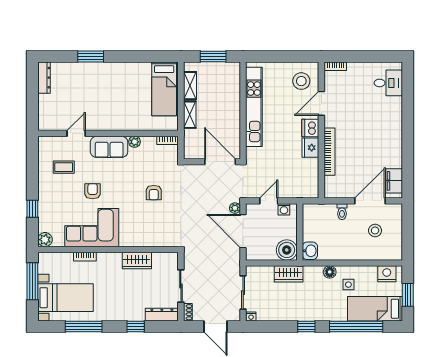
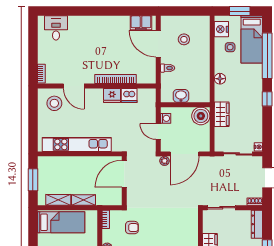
dishwasher: (310, 128) -> (129, 96), moved
armchair: (154, 193) -> (132, 228), moved
washbasin: (310, 251) -> (181, 96), moved
side table: (348, 285) -> (230, 47), moved
sliding door: (181, 286) -> (221, 208), moved

